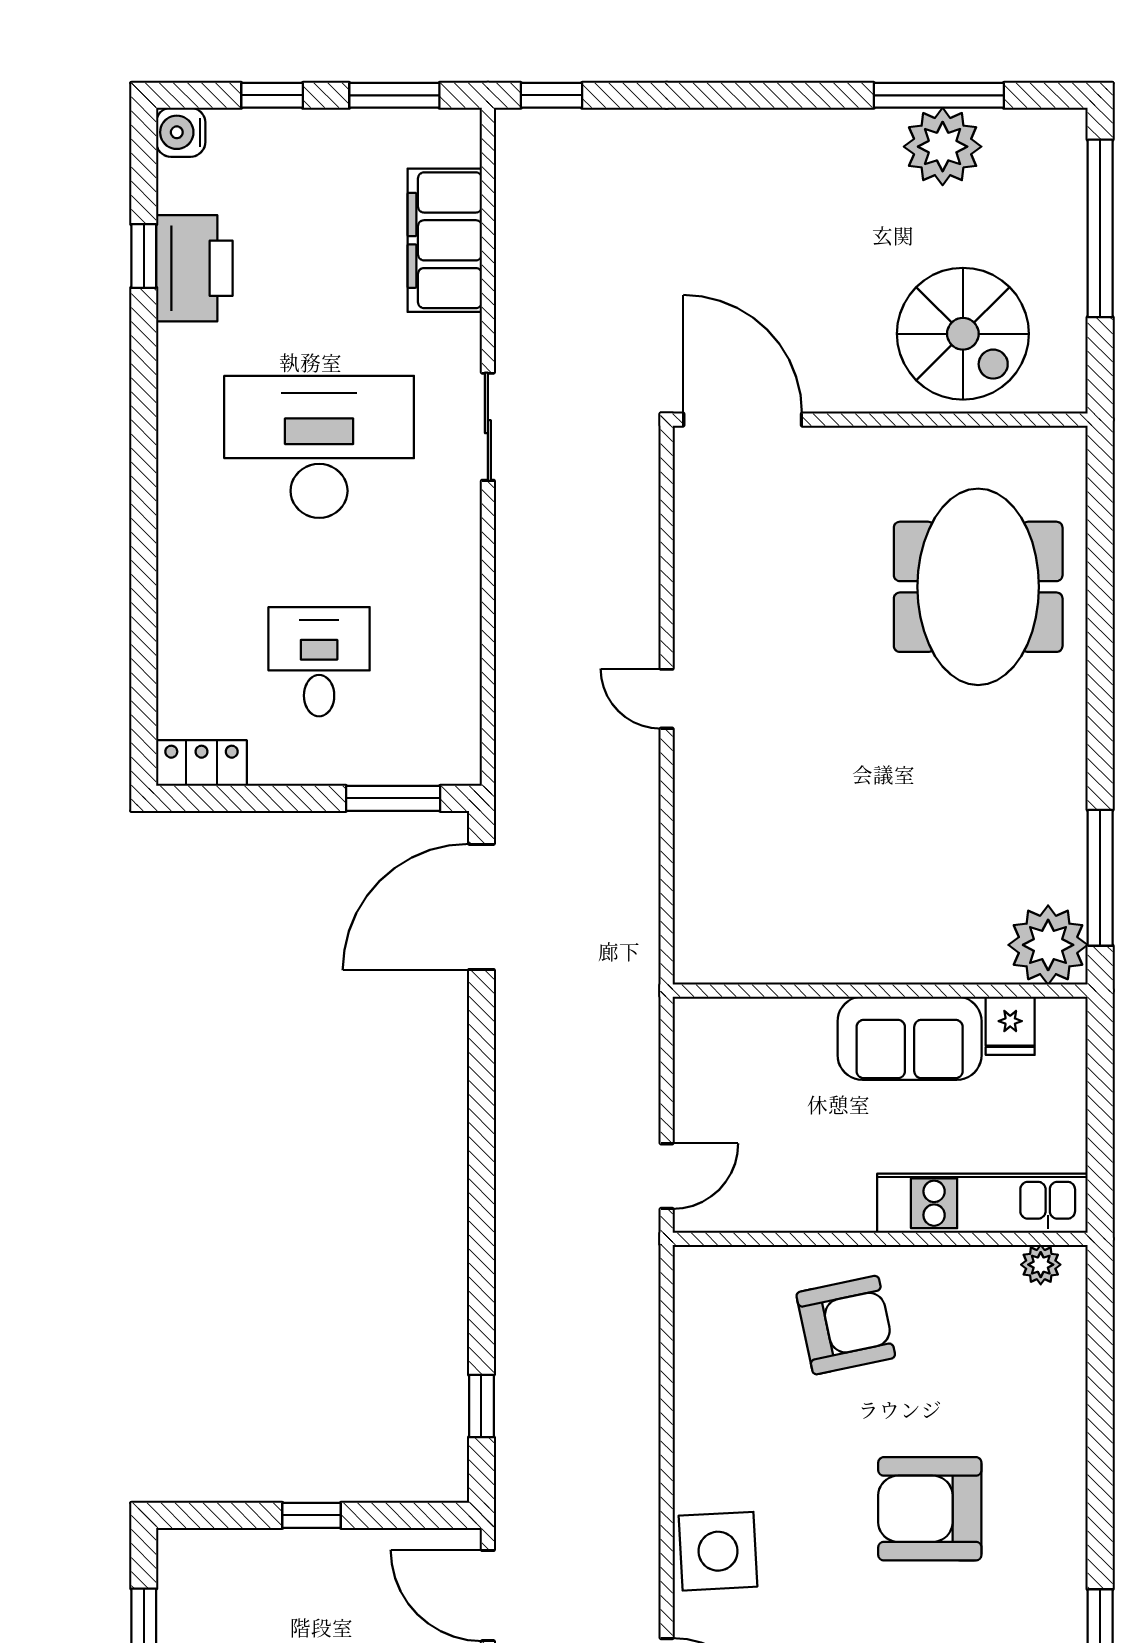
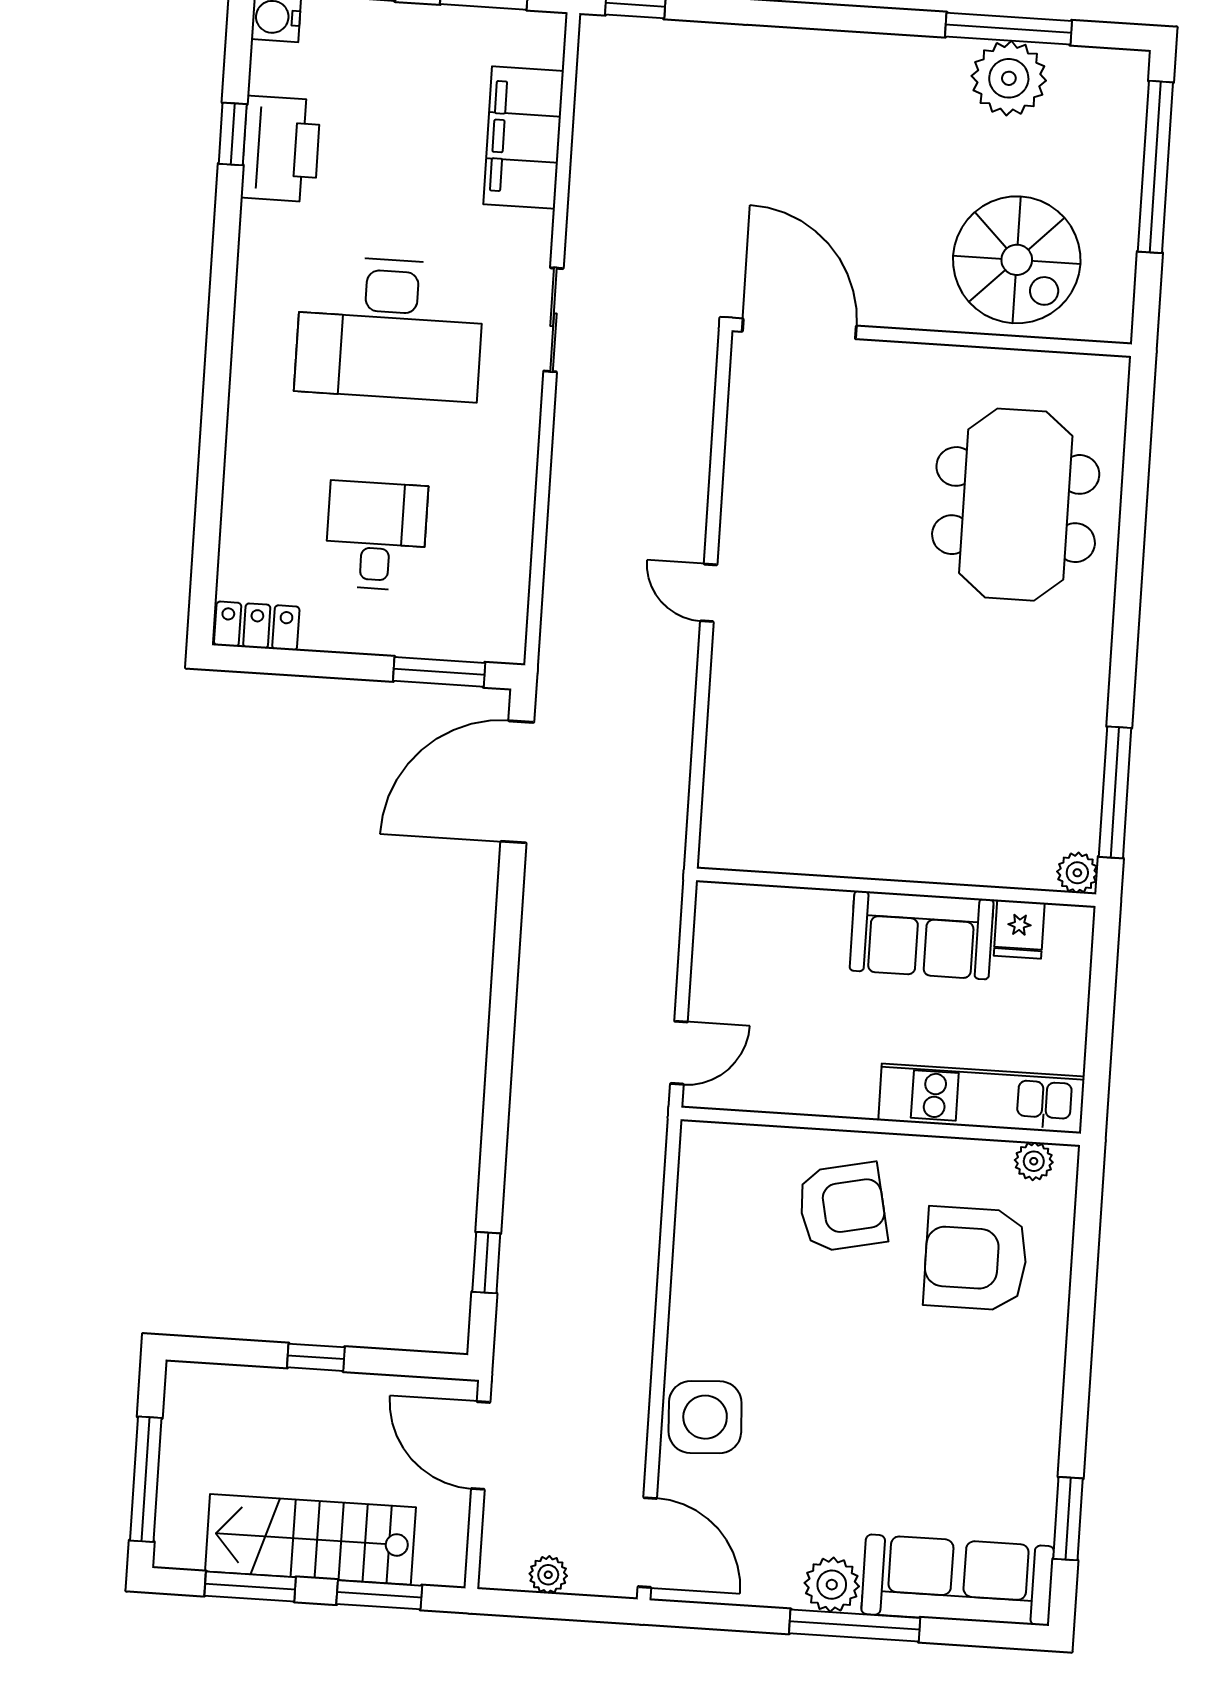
desk: (319, 447) -> (390, 329), turned 180
plant: (1048, 945) -> (1077, 873), width x0.53, depth x0.53
armchair: (930, 1509) -> (976, 1259), moved

